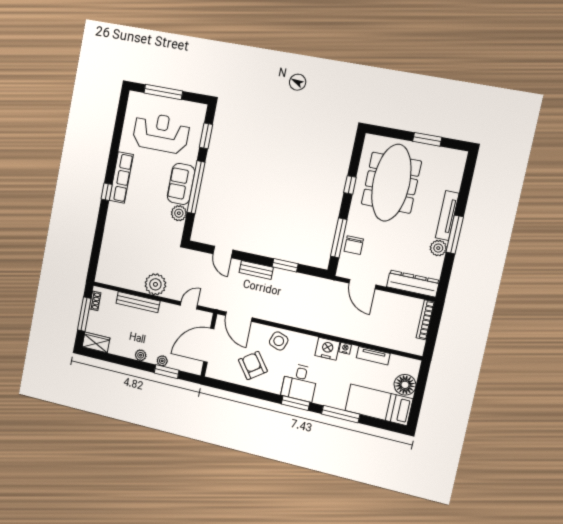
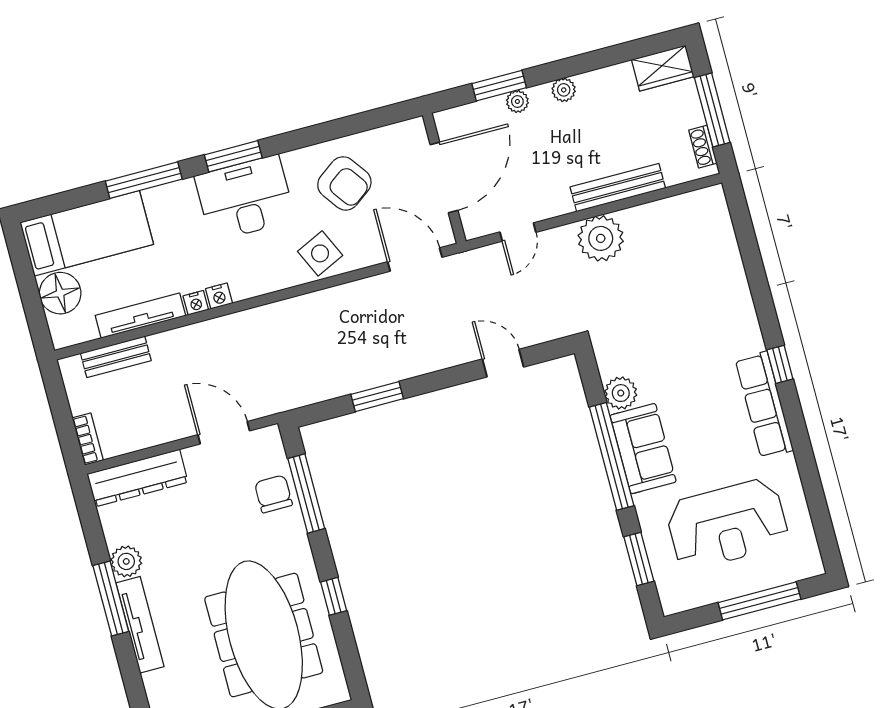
bench: (256, 270) -> (116, 357), moved
bookcase: (425, 320) -> (88, 439), width x0.64
side table: (279, 341) -> (320, 253), turned 45
nightstand: (327, 349) -> (219, 296), width x0.53, depth x0.56
tv unit: (373, 356) -> (140, 316), width x1.41
desk: (300, 382) -> (245, 198), width x1.37

